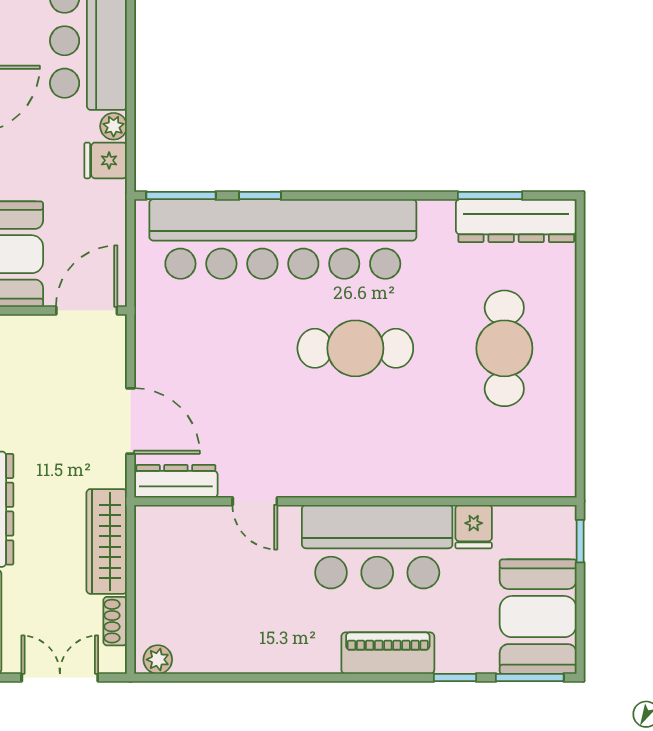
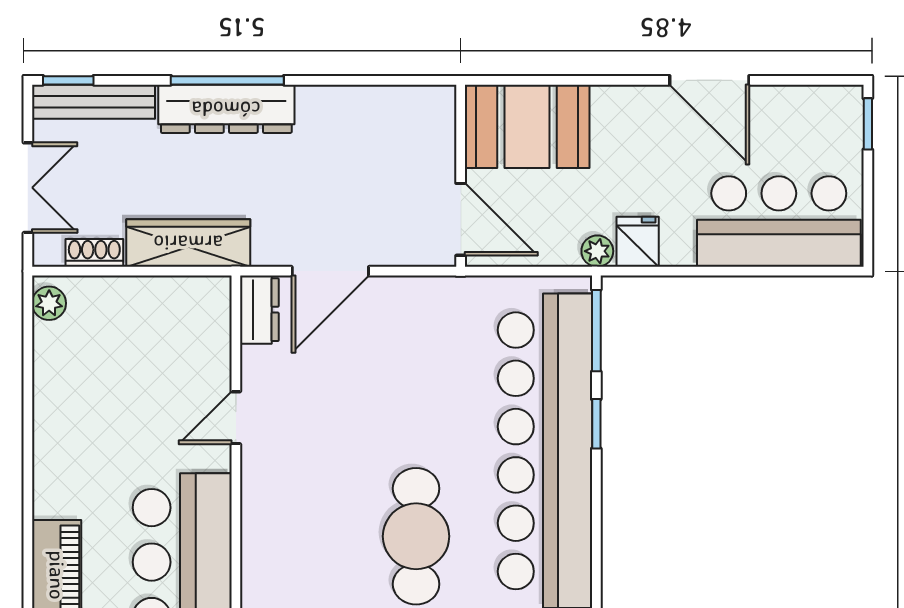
plant: (114, 126) -> (597, 251), moved
dresser: (176, 481) -> (259, 310), width x0.70

